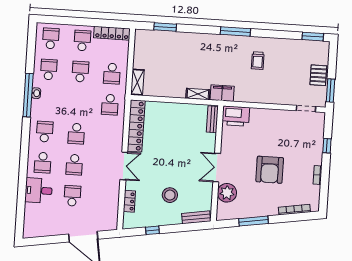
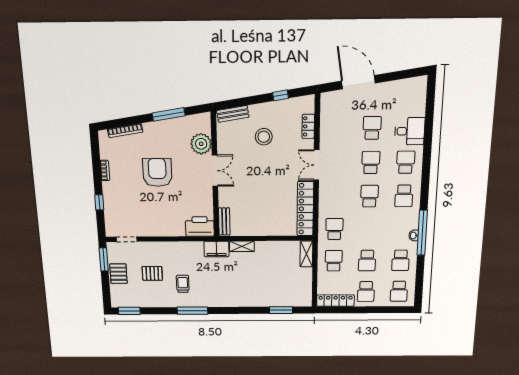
window: (235, 32) -> (192, 311), moved
pallet: (286, 73) -> (152, 273), added
school desk: (72, 196) -> (372, 128), turned 180

